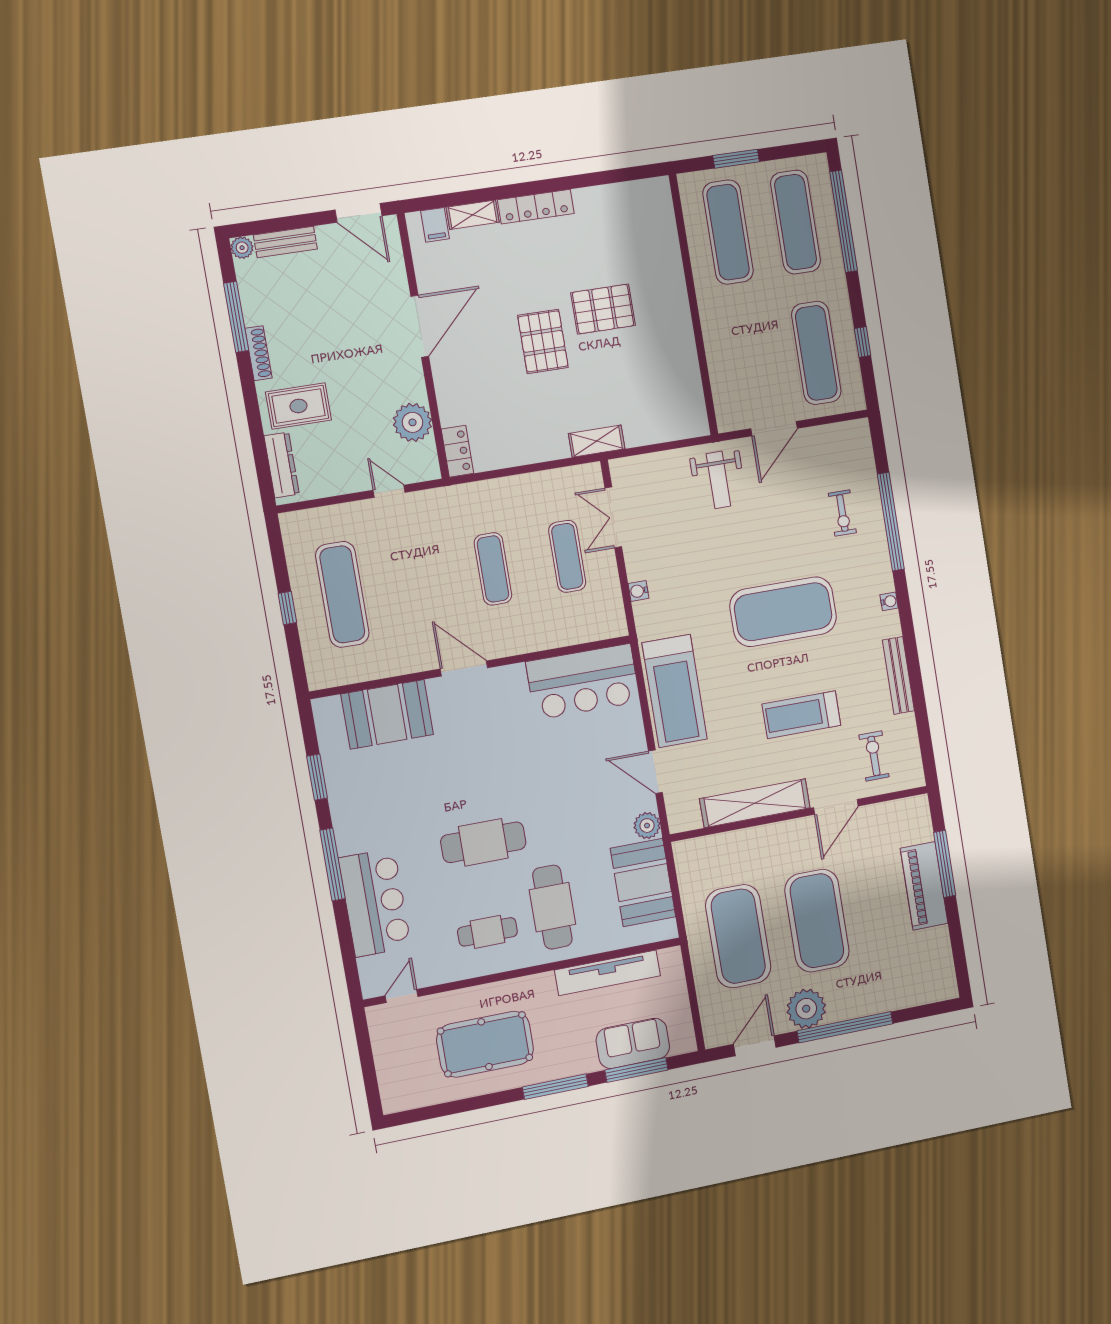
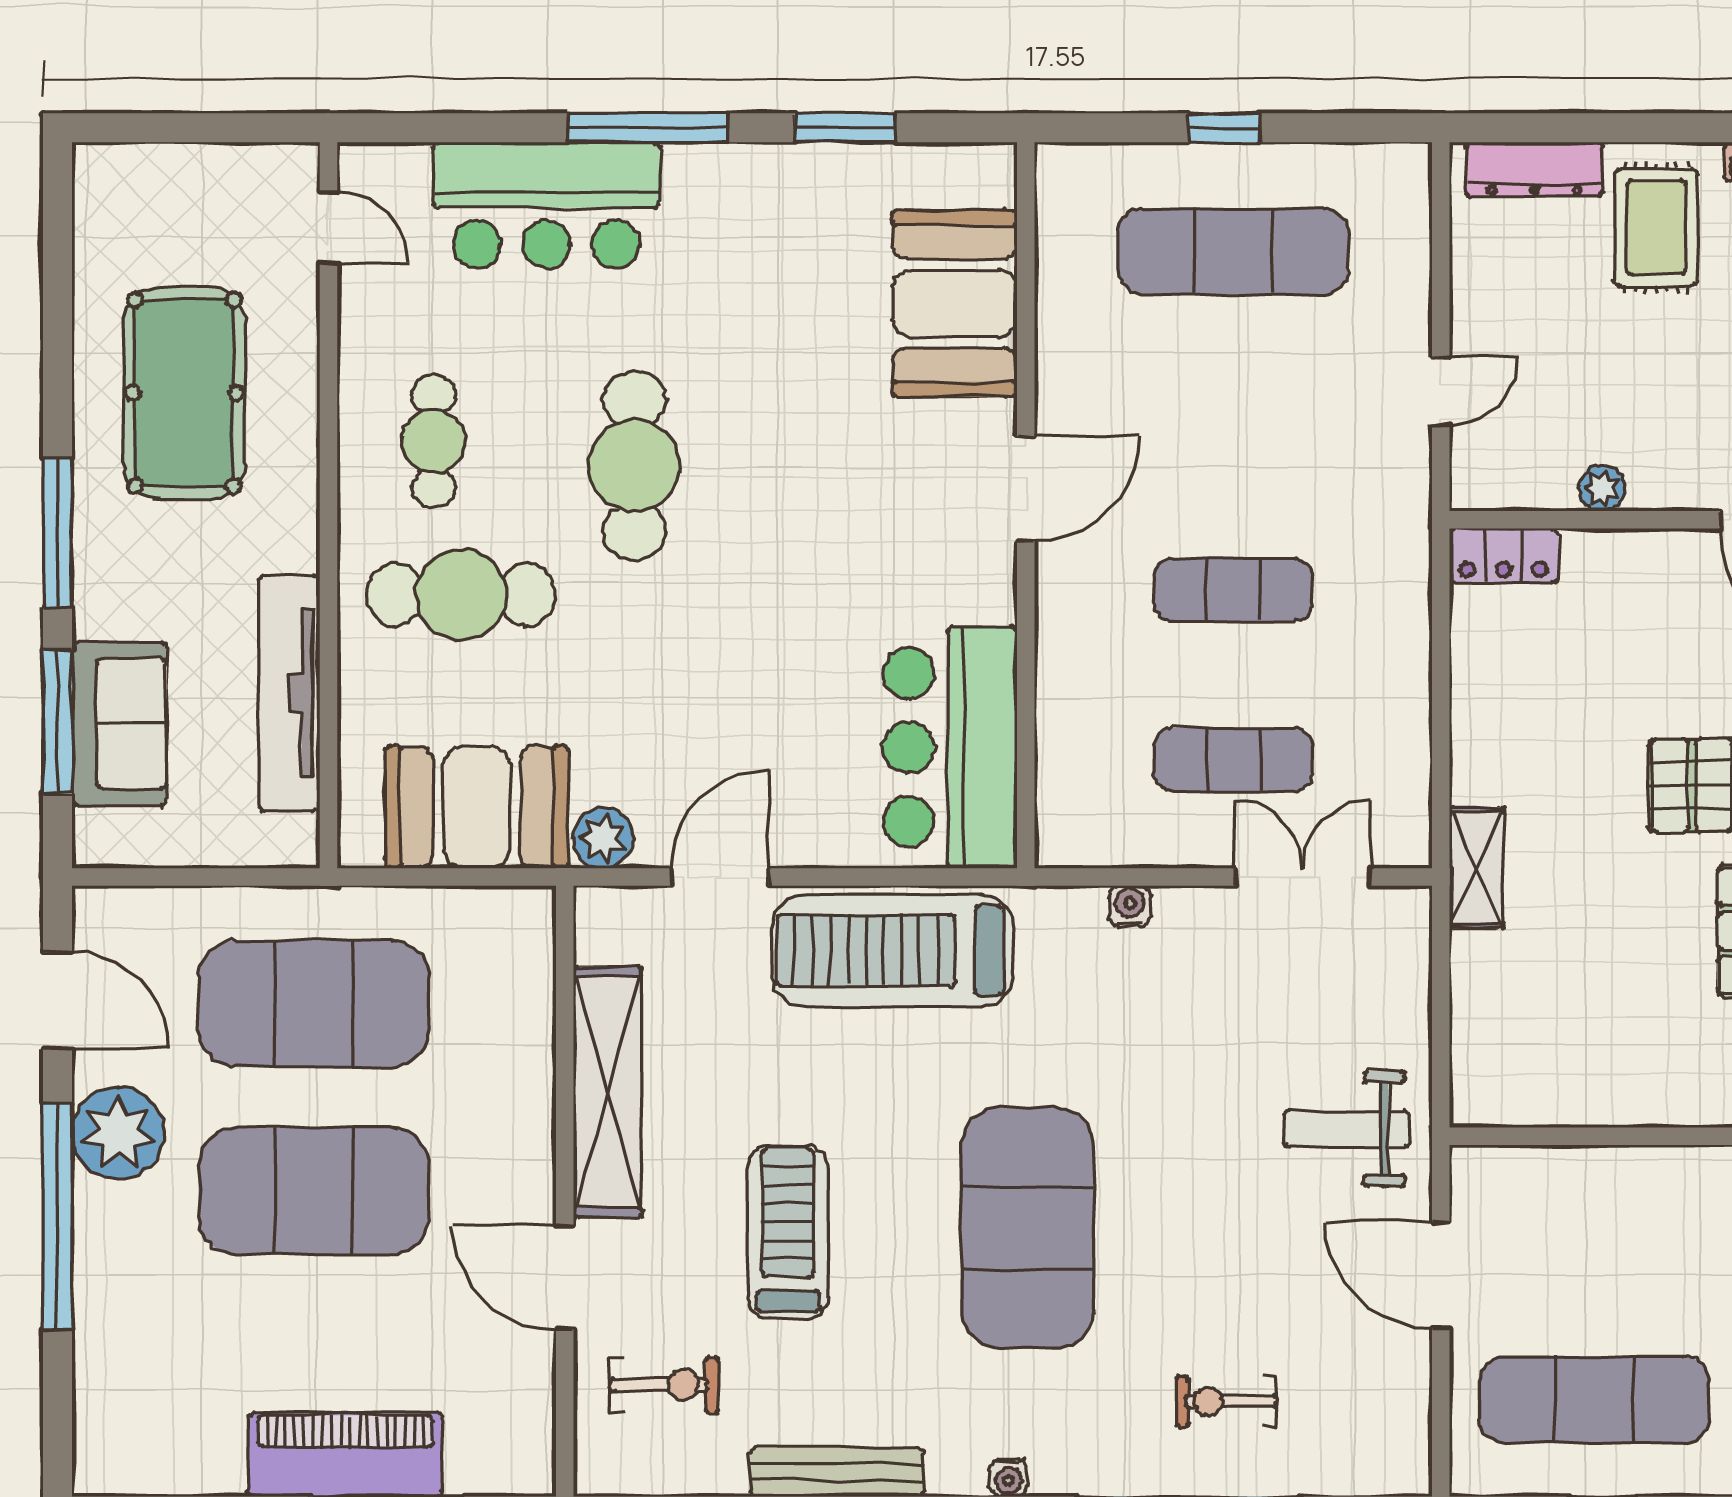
plant: (412, 422) -> (1602, 488), width x0.53, depth x0.53

